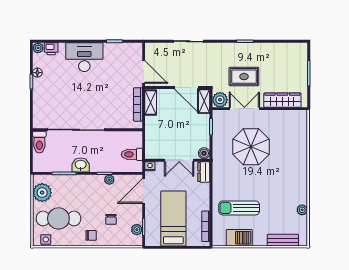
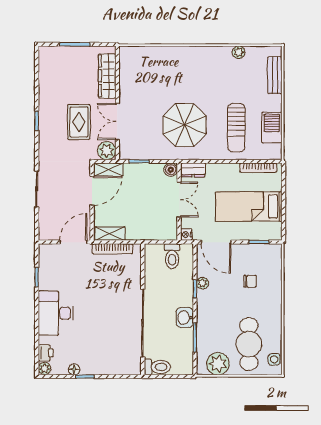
parasol: (251, 147) -> (185, 125), moved
plant: (137, 230) -> (262, 250), removed
chair: (91, 235) -> (269, 305), removed

